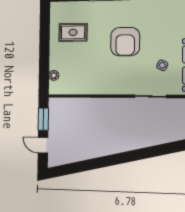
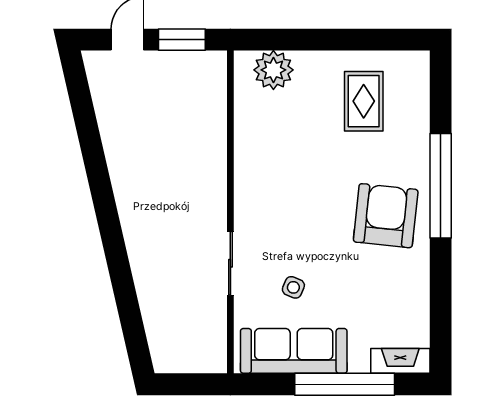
armchair: (125, 42) -> (386, 216), moved, turned 96
plant: (54, 75) -> (273, 70), width x1.88, depth x1.88

